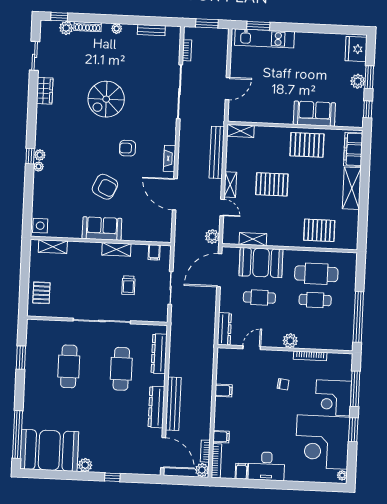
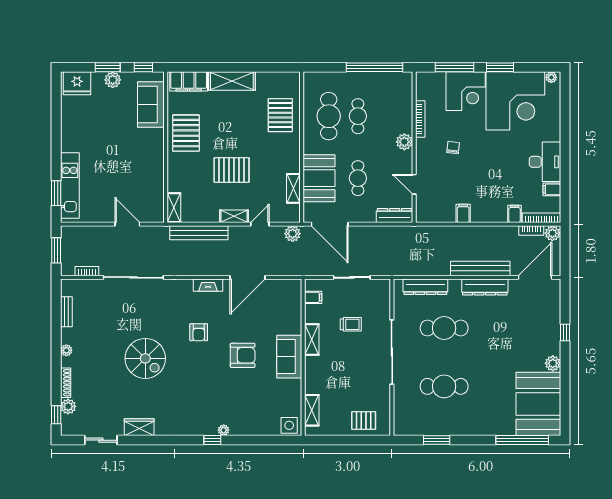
sofa: (314, 114) -> (151, 105), moved
plant: (40, 155) -> (211, 429), removed
pallet: (272, 184) -> (232, 170), turned 90
armchair: (105, 187) -> (243, 355), turned 65

